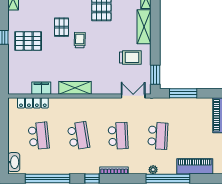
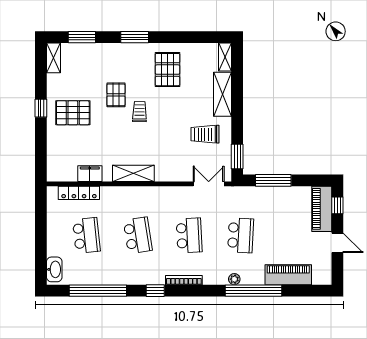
trolley: (130, 57) -> (205, 134), turned 180

